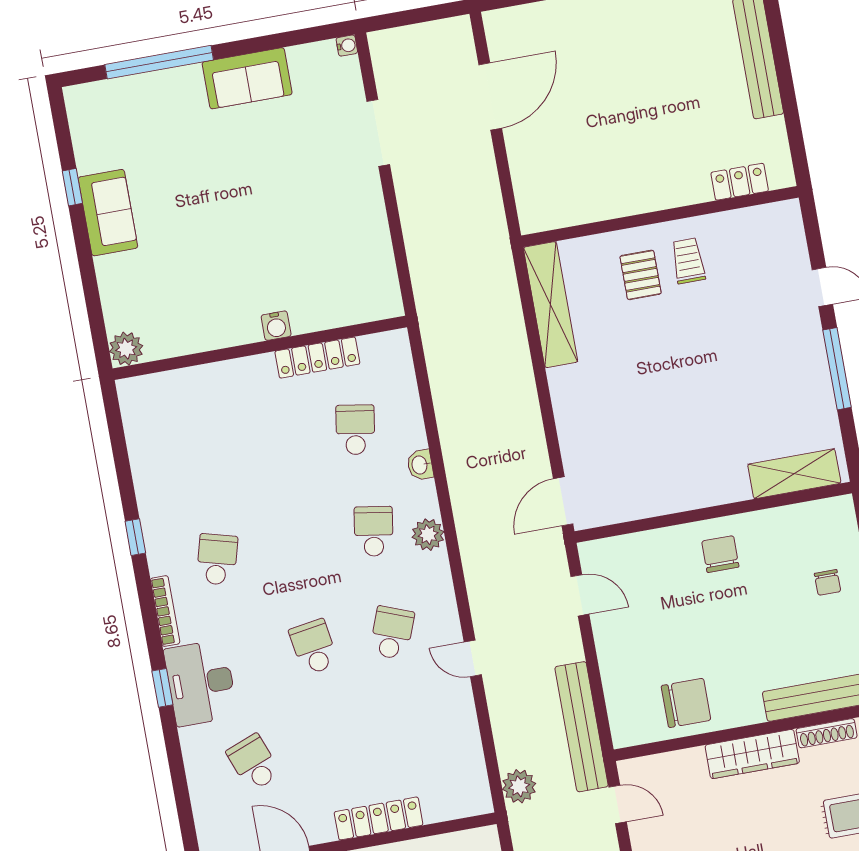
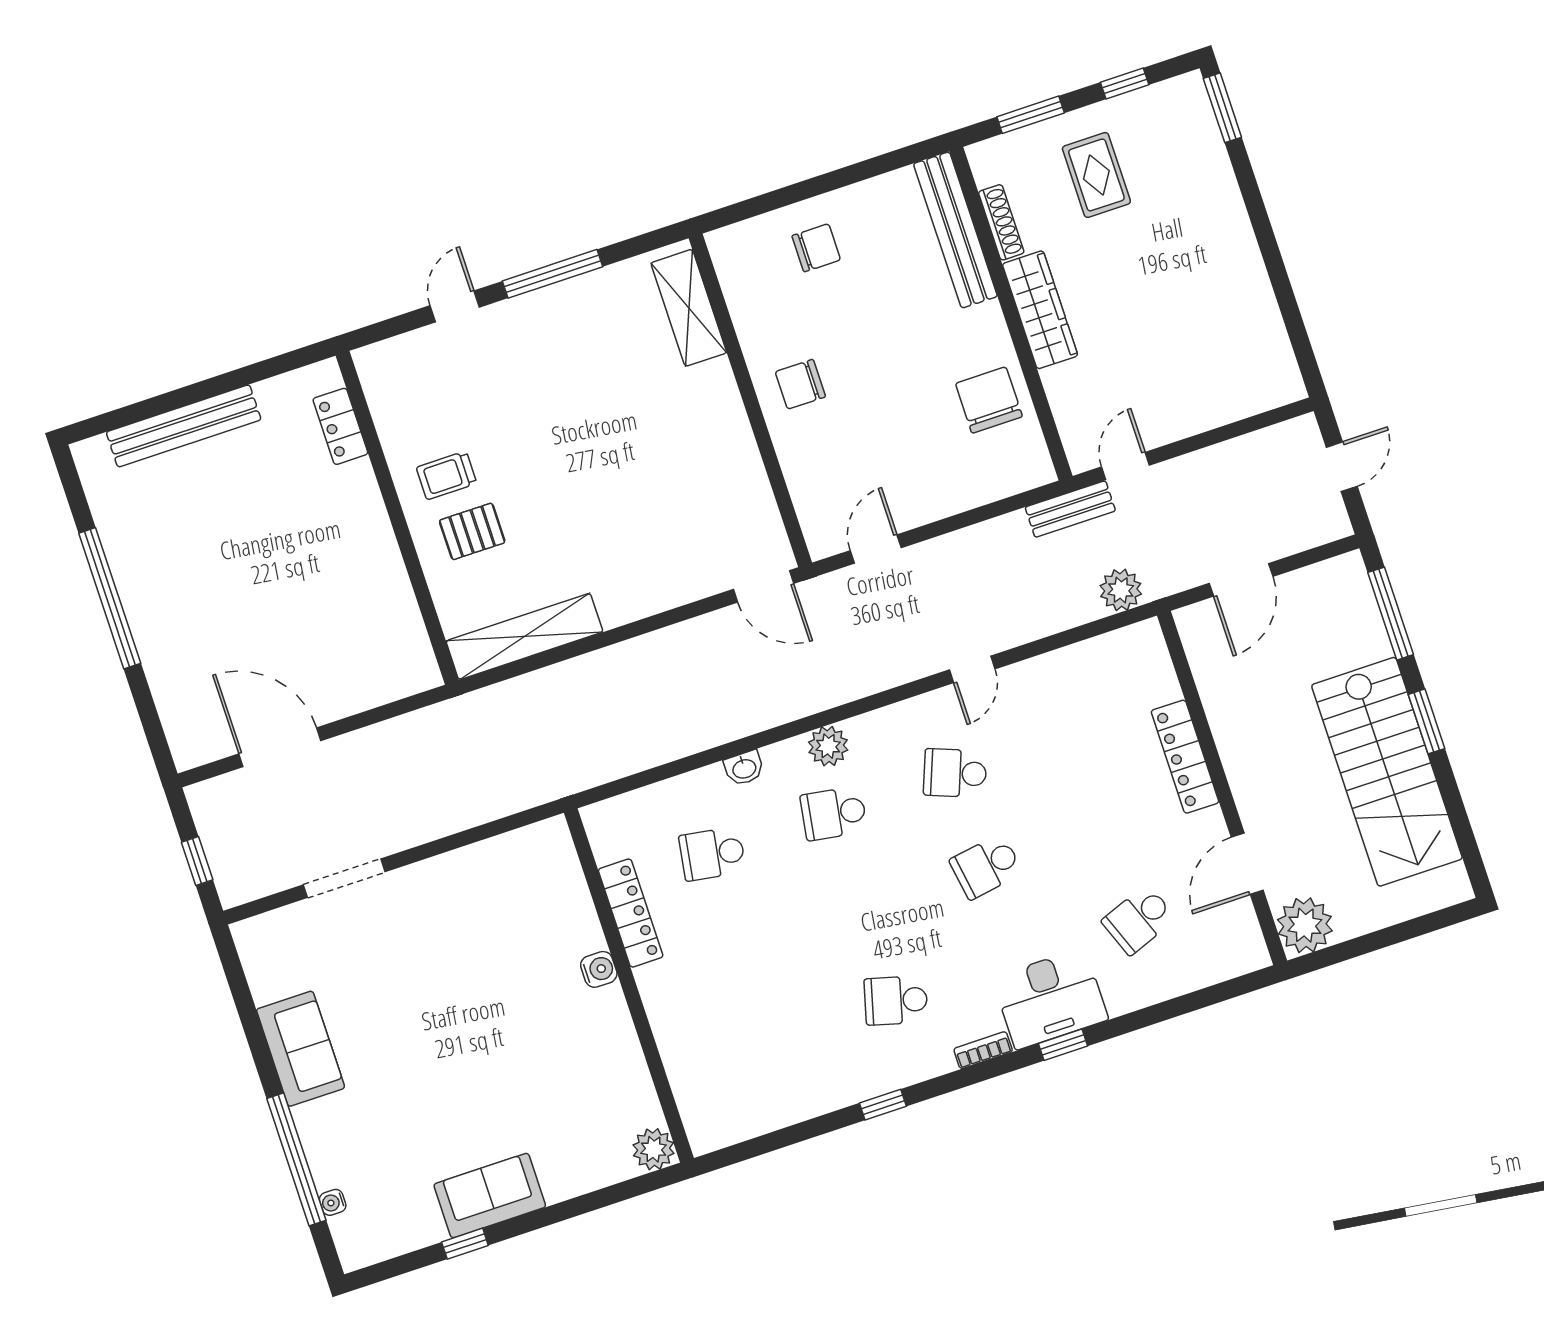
window: (409, 17) -> (197, 861), added
water cooler: (347, 46) -> (333, 1202), moved, turned -90
chair: (828, 582) -> (816, 248), width x1.37, depth x1.37
bookcase: (165, 611) -> (983, 1050), width x0.64
bench: (582, 727) -> (1070, 509), width x0.54, depth x0.82

